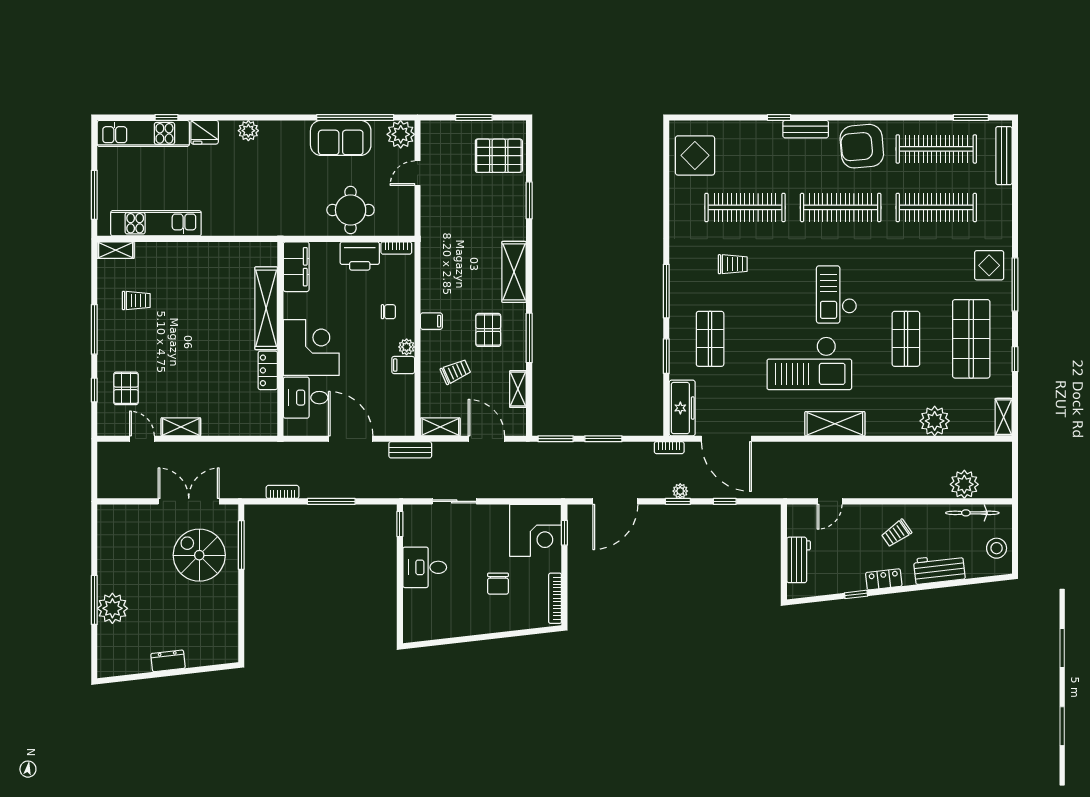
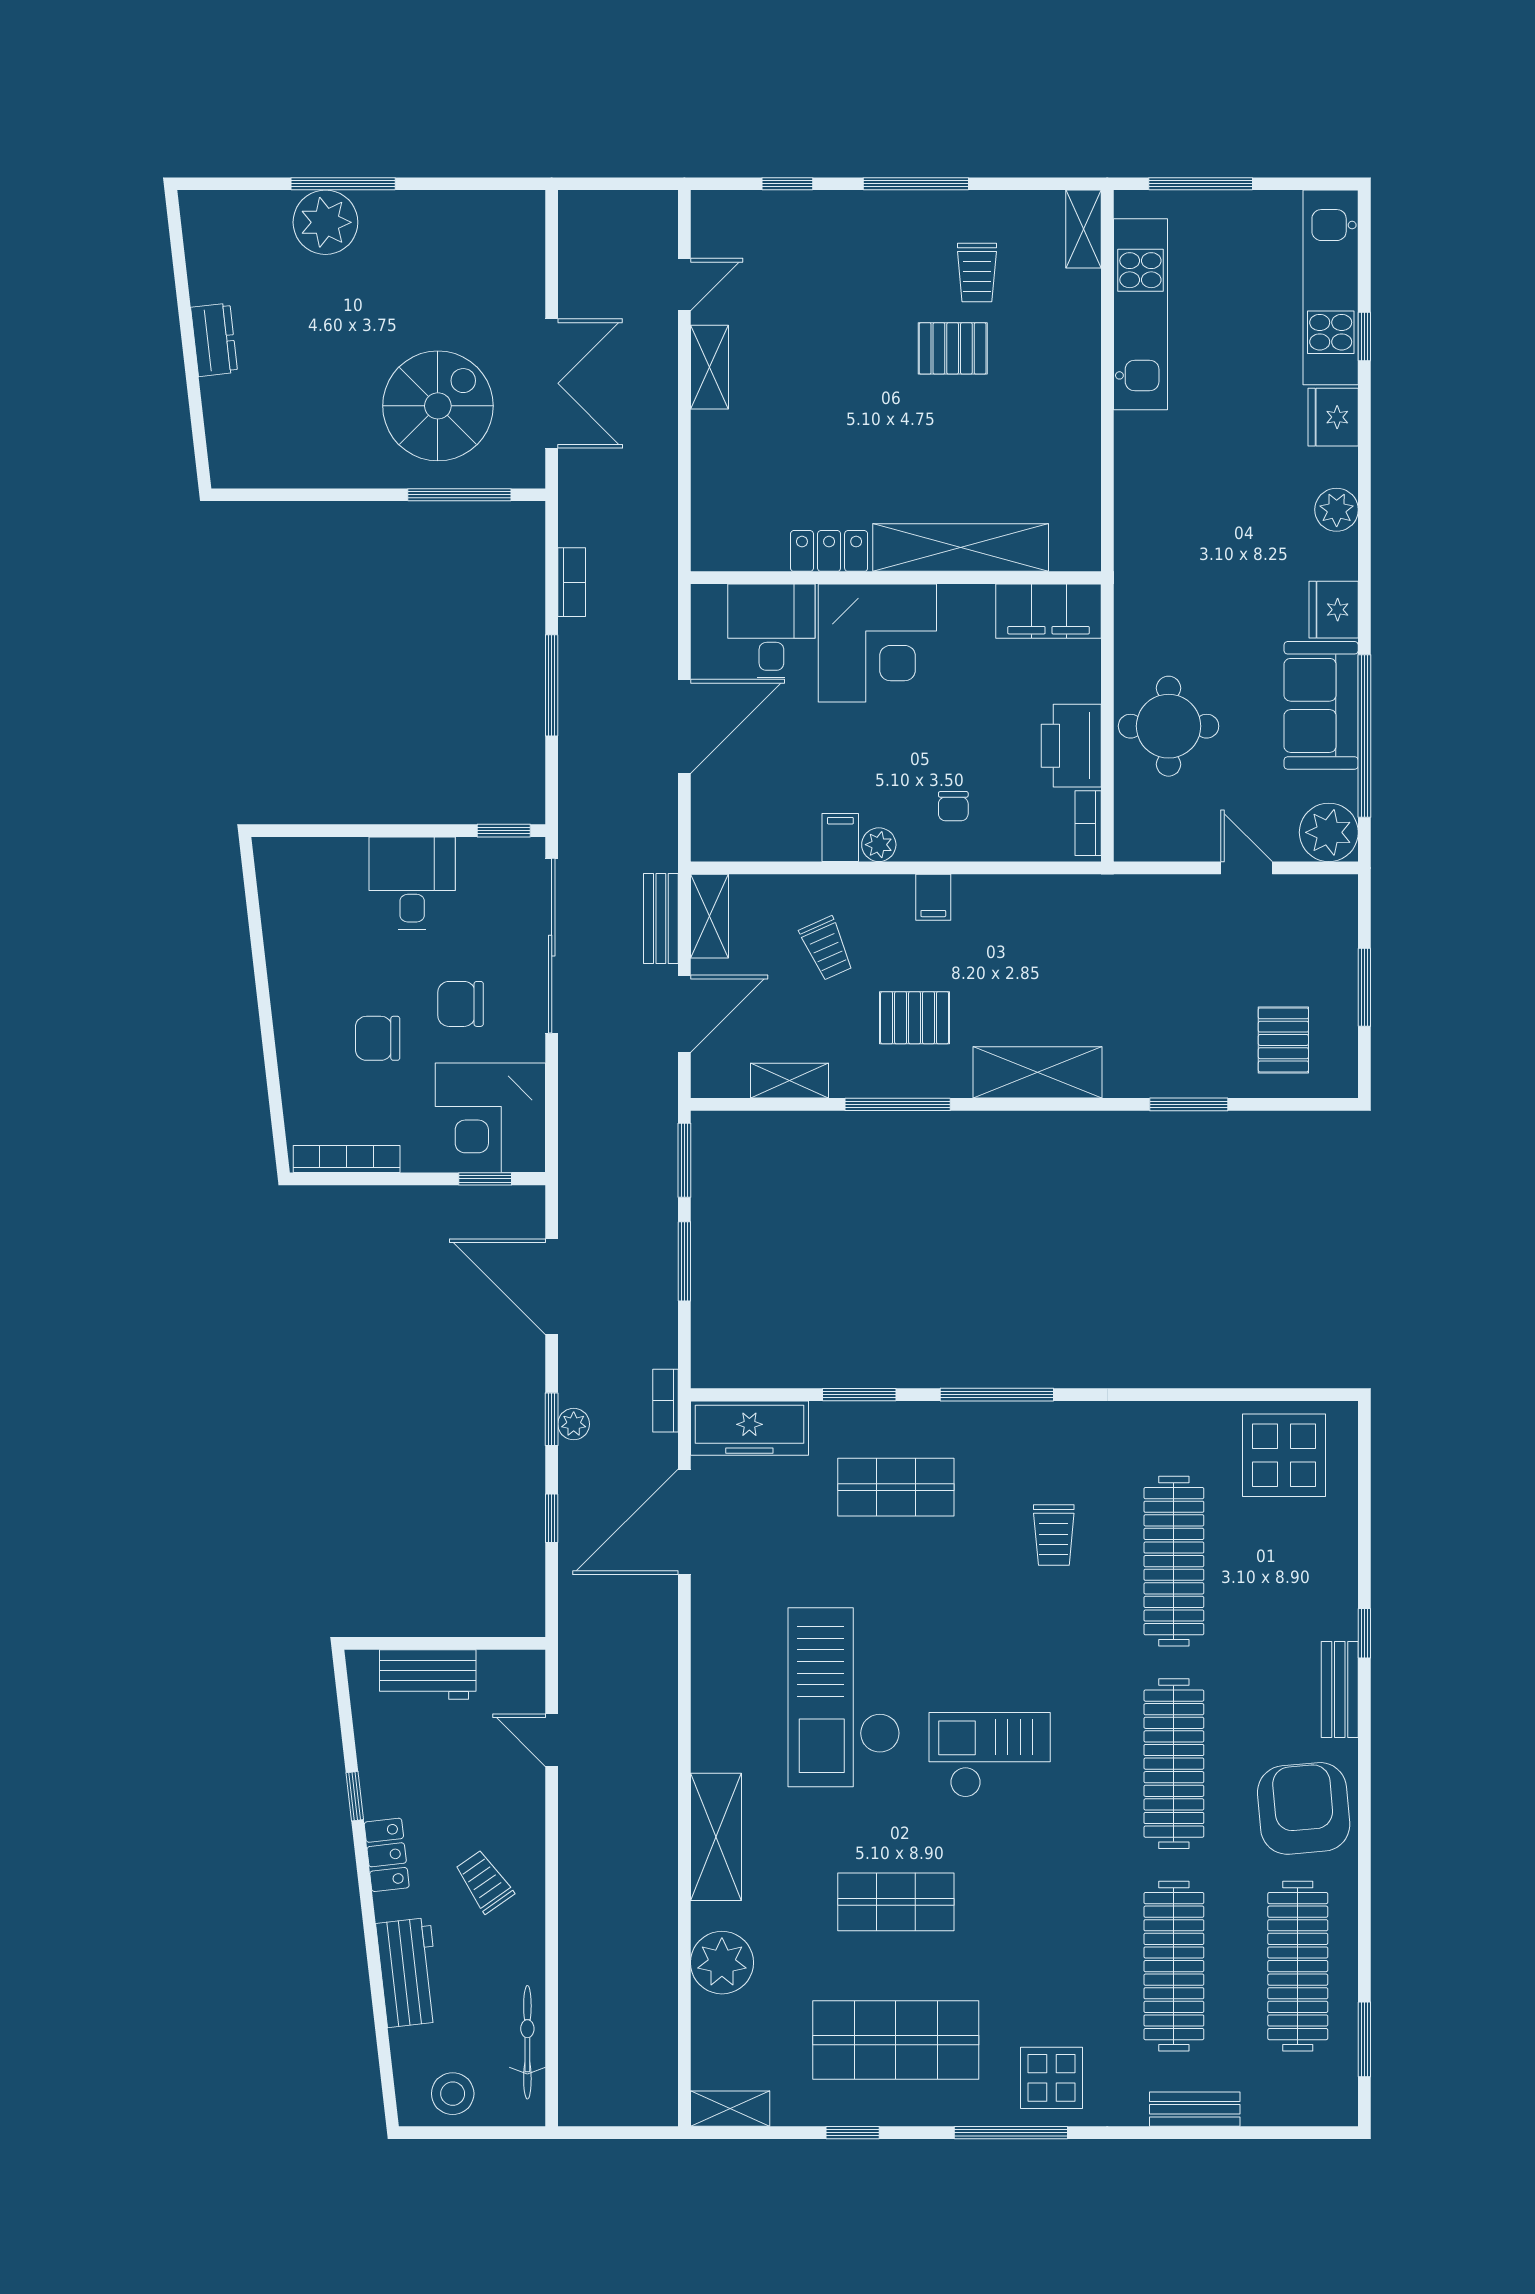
fridge: (295, 132) -> (1334, 610), added
pallet: (499, 156) -> (1283, 1040), width x0.67, depth x0.71
bench: (1004, 156) -> (1195, 2109), moved, width x0.73
pallet: (126, 388) -> (953, 348), moved
shelving: (835, 424) -> (716, 1837), moved
bench: (410, 450) -> (661, 918), moved
plant: (964, 484) -> (588, 2025), removed
sliding door: (454, 501) -> (552, 946), width x1.86
chair: (482, 544) -> (461, 1004), added

